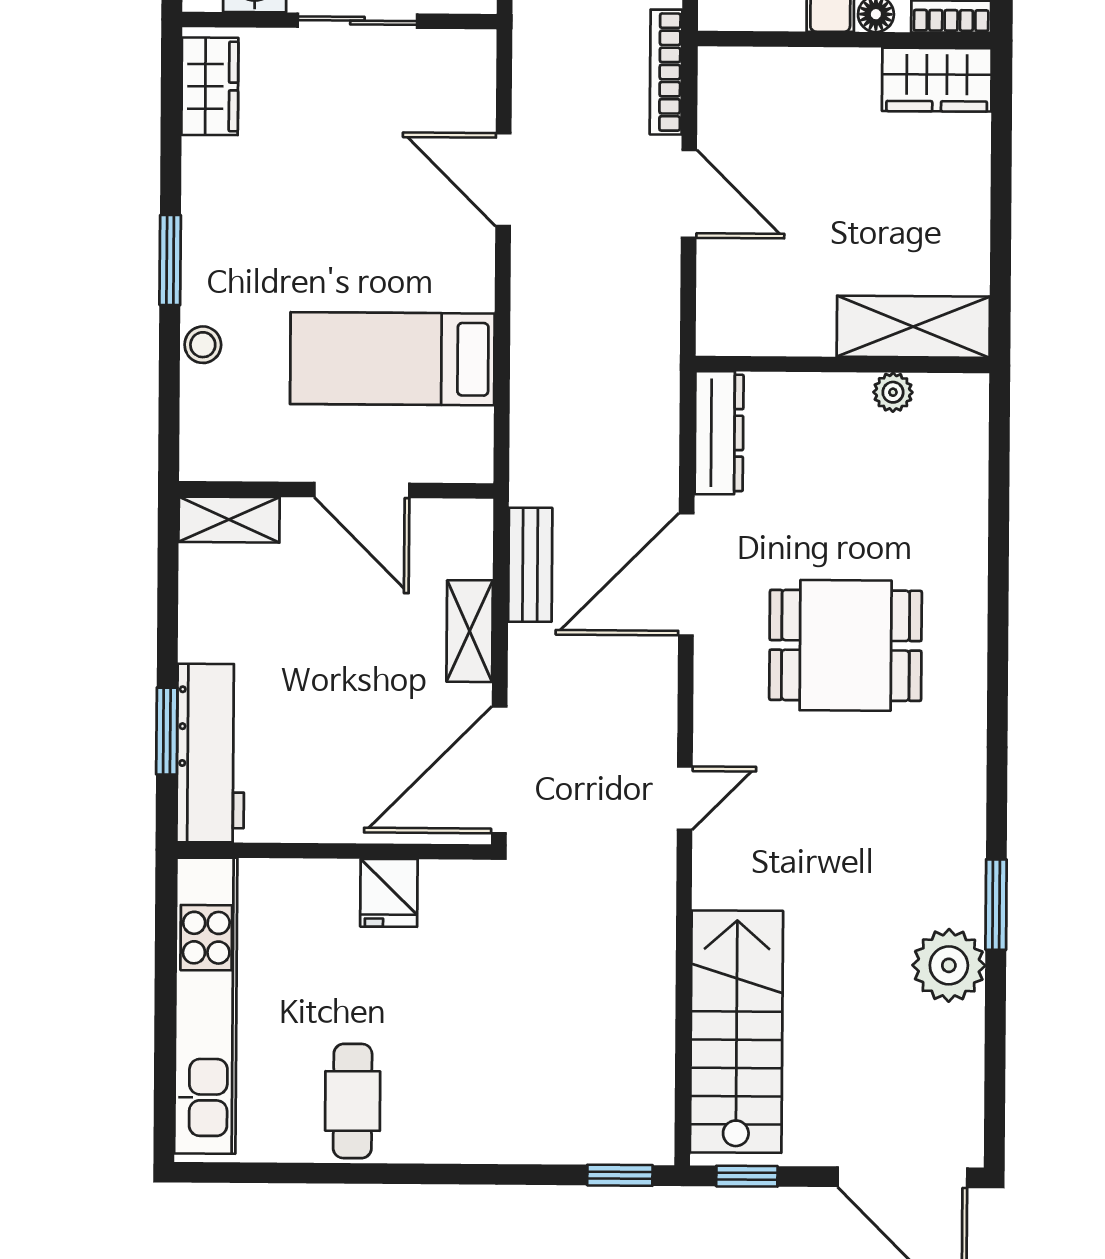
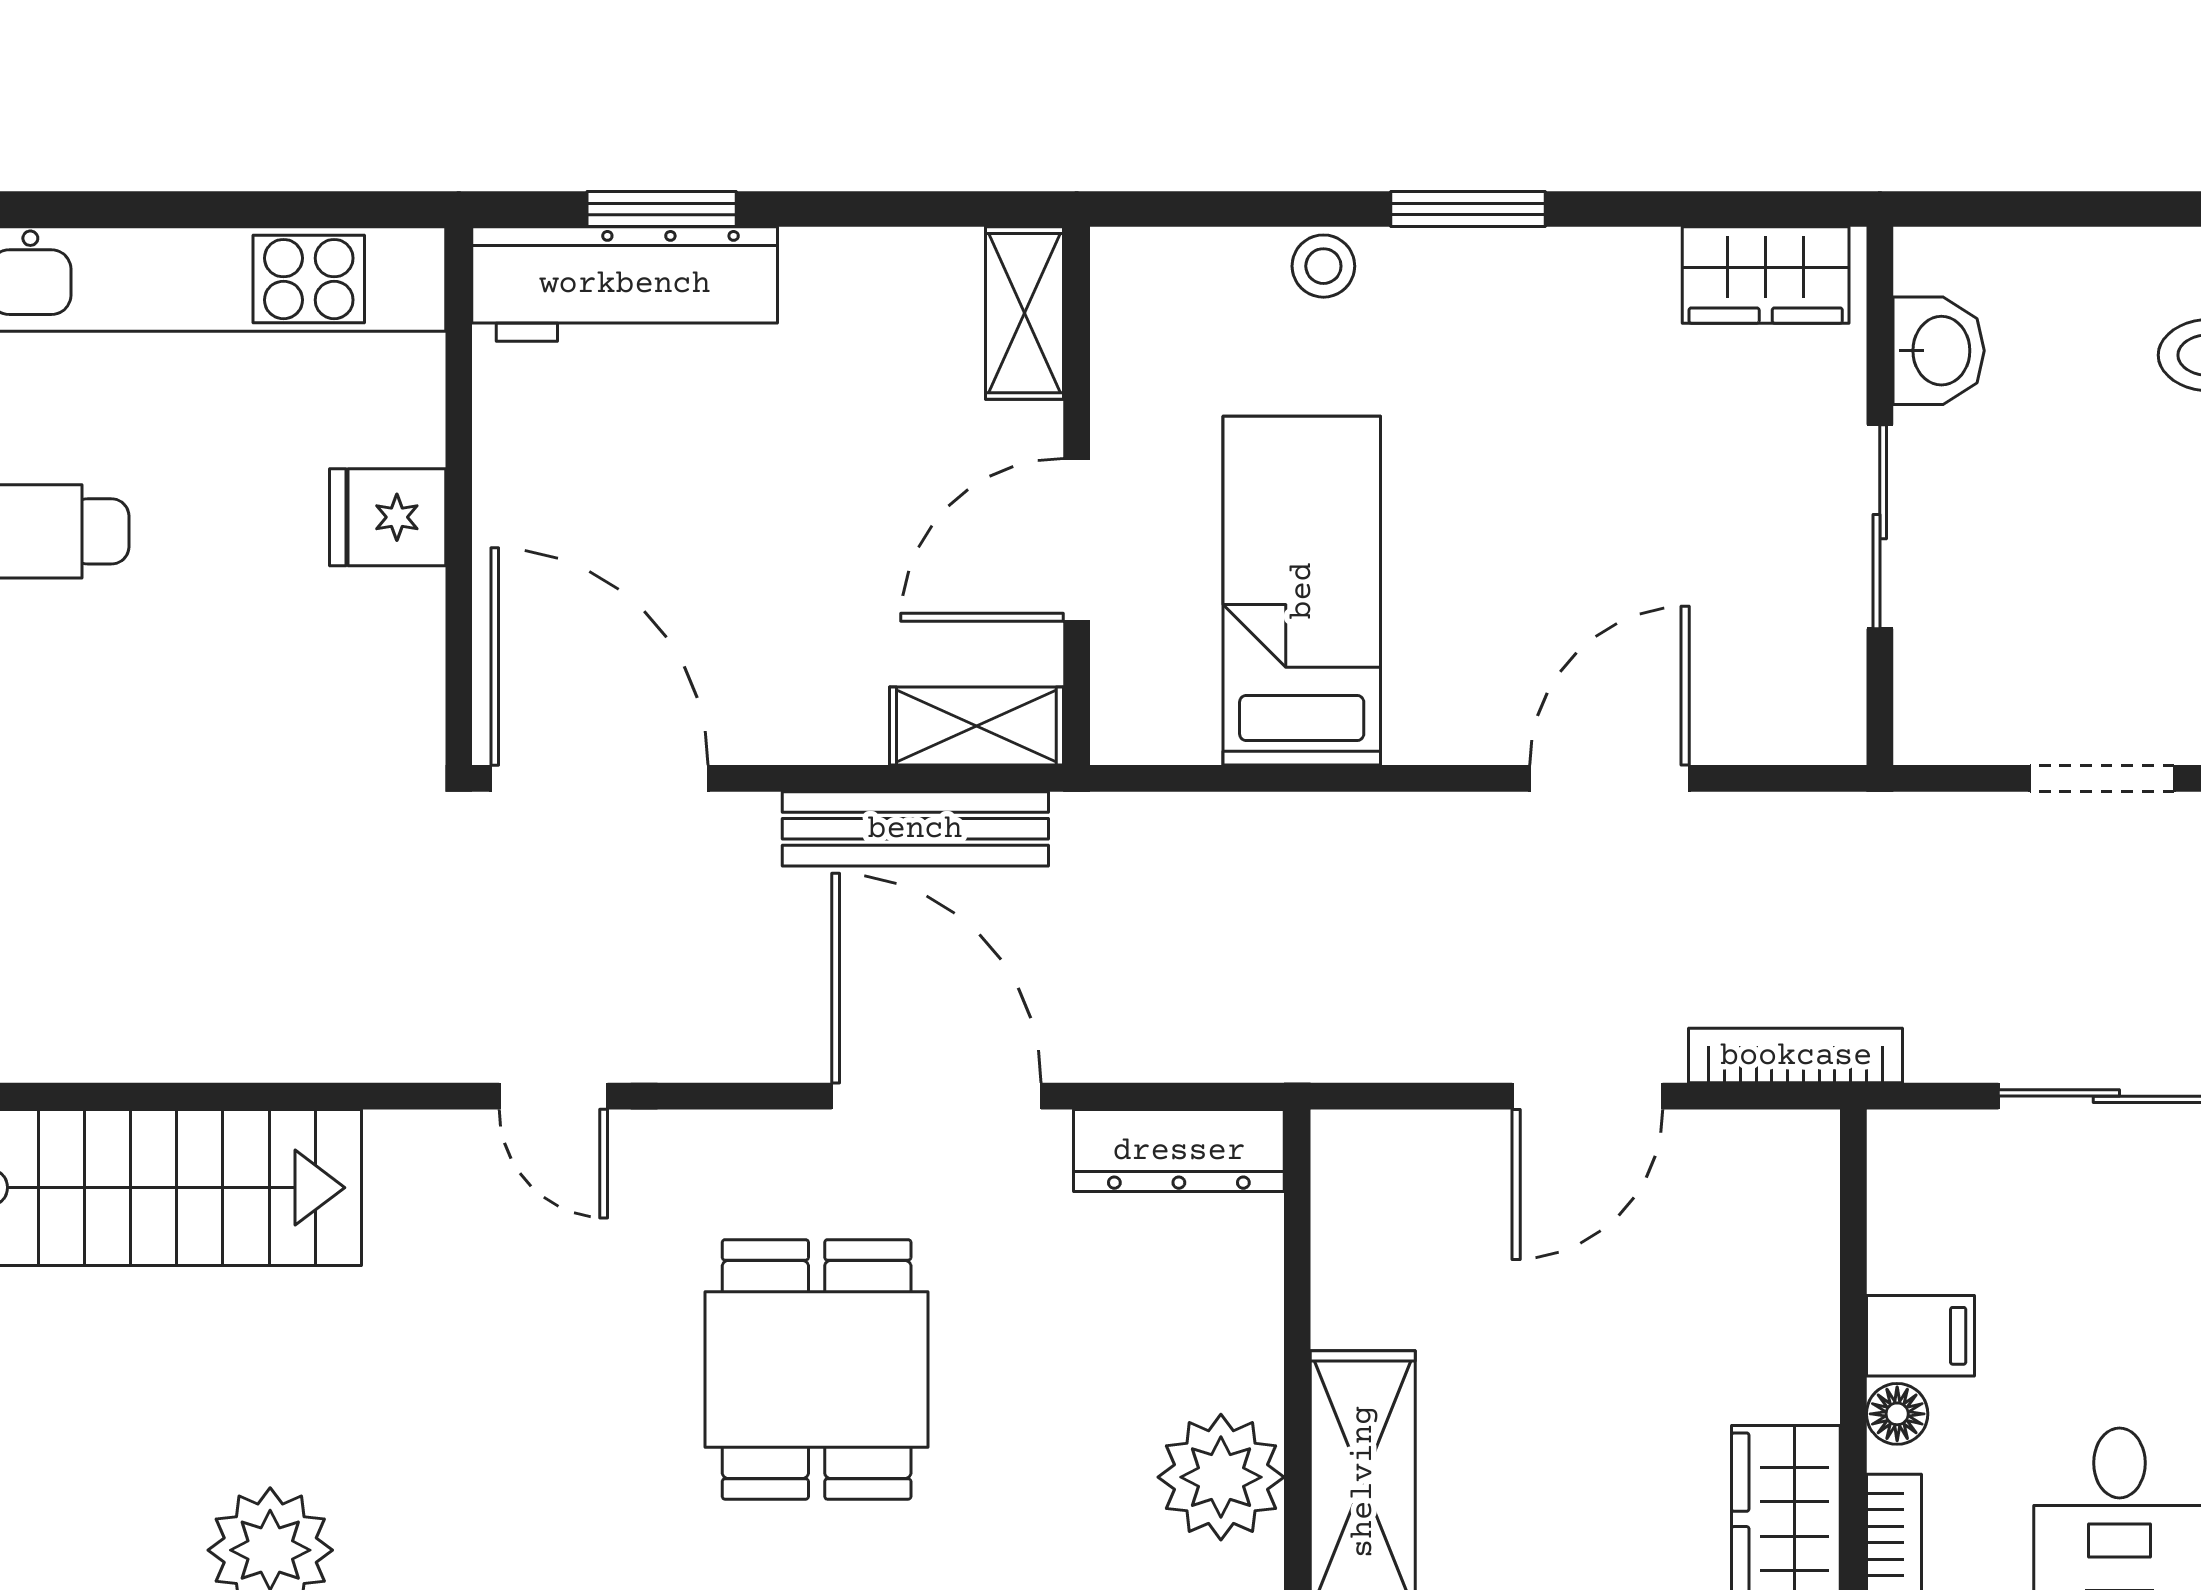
plant: (893, 392) -> (1221, 1477), width x1.88, depth x1.88
bench: (530, 565) -> (915, 829), width x1.36
shelving: (470, 631) -> (976, 726), moved
fridge: (389, 893) -> (388, 517), moved

